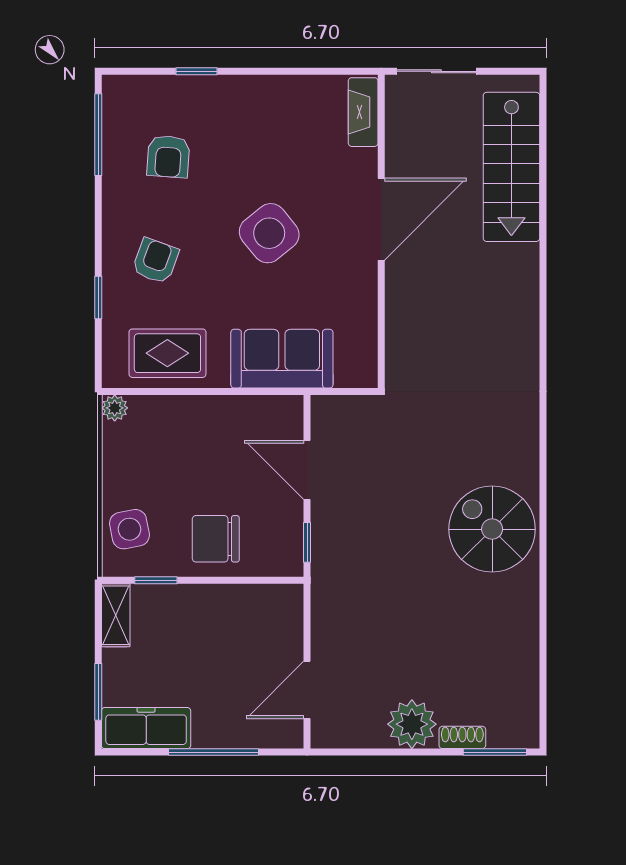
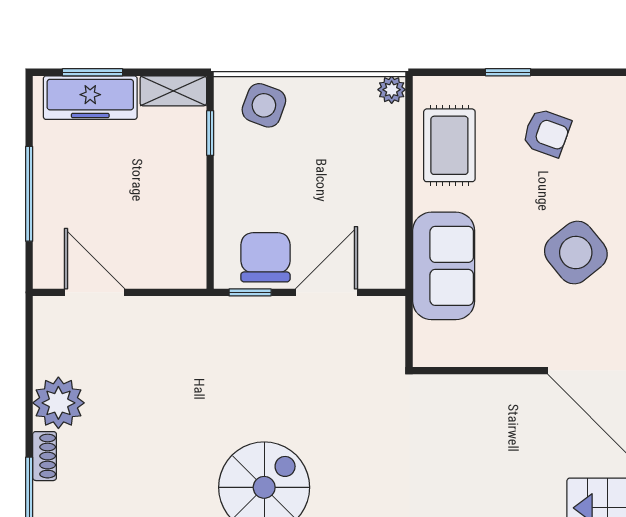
side table: (129, 529) -> (264, 105), turned 31
chair: (216, 539) -> (265, 257), moved
freezer: (146, 728) -> (90, 98), moved, turned 90

